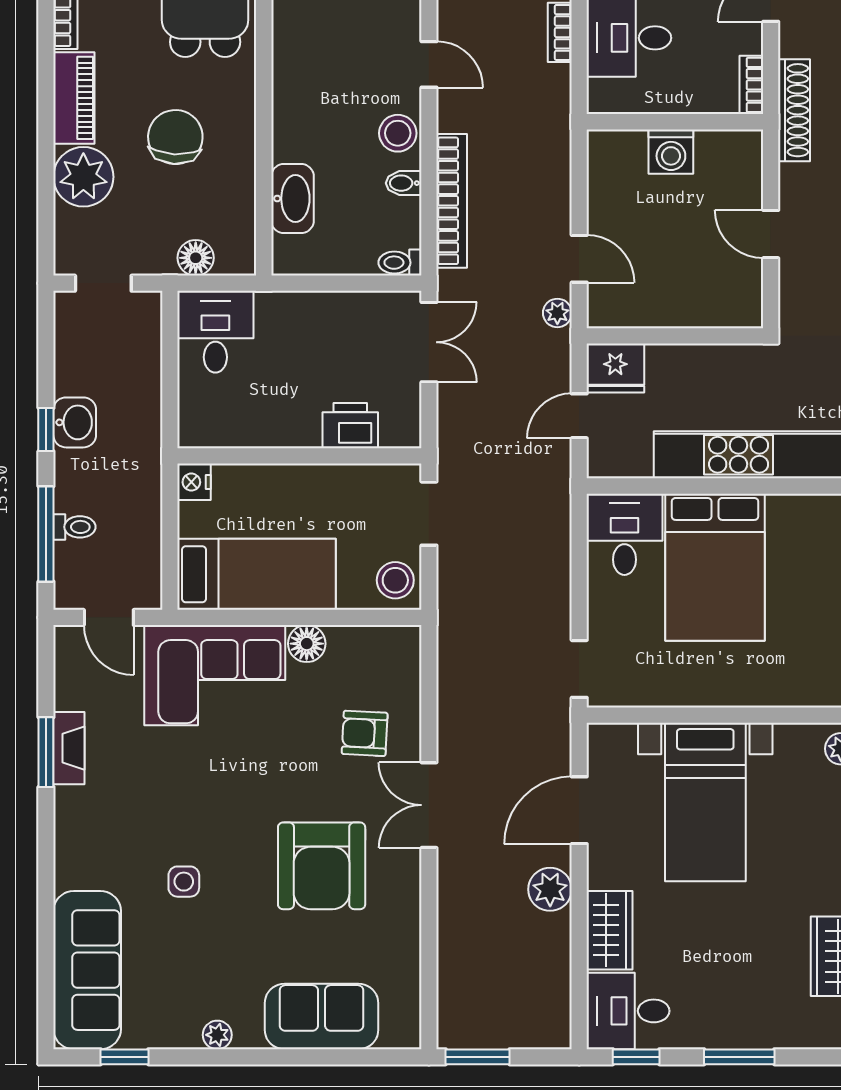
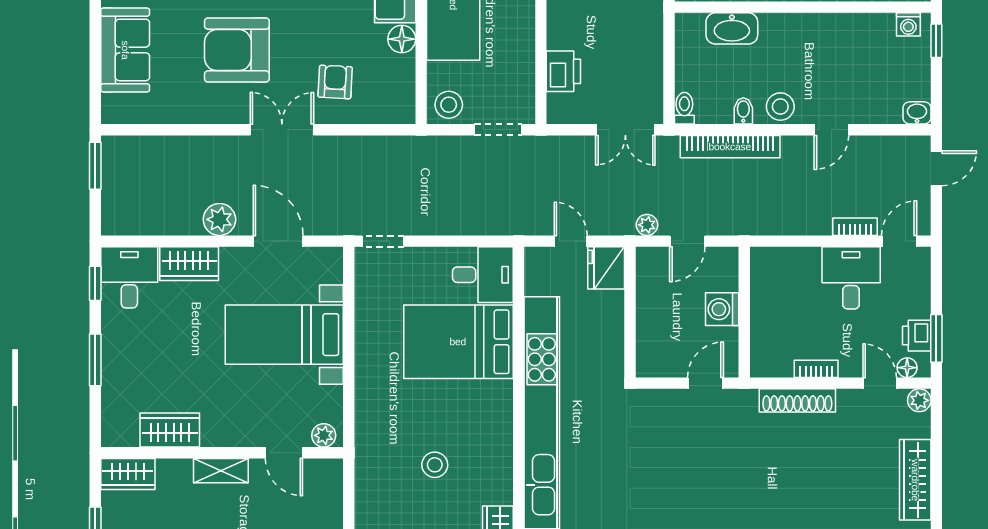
wall: (675, 122) -> (744, 312), moved
washing machine: (671, 152) -> (722, 309), moved

